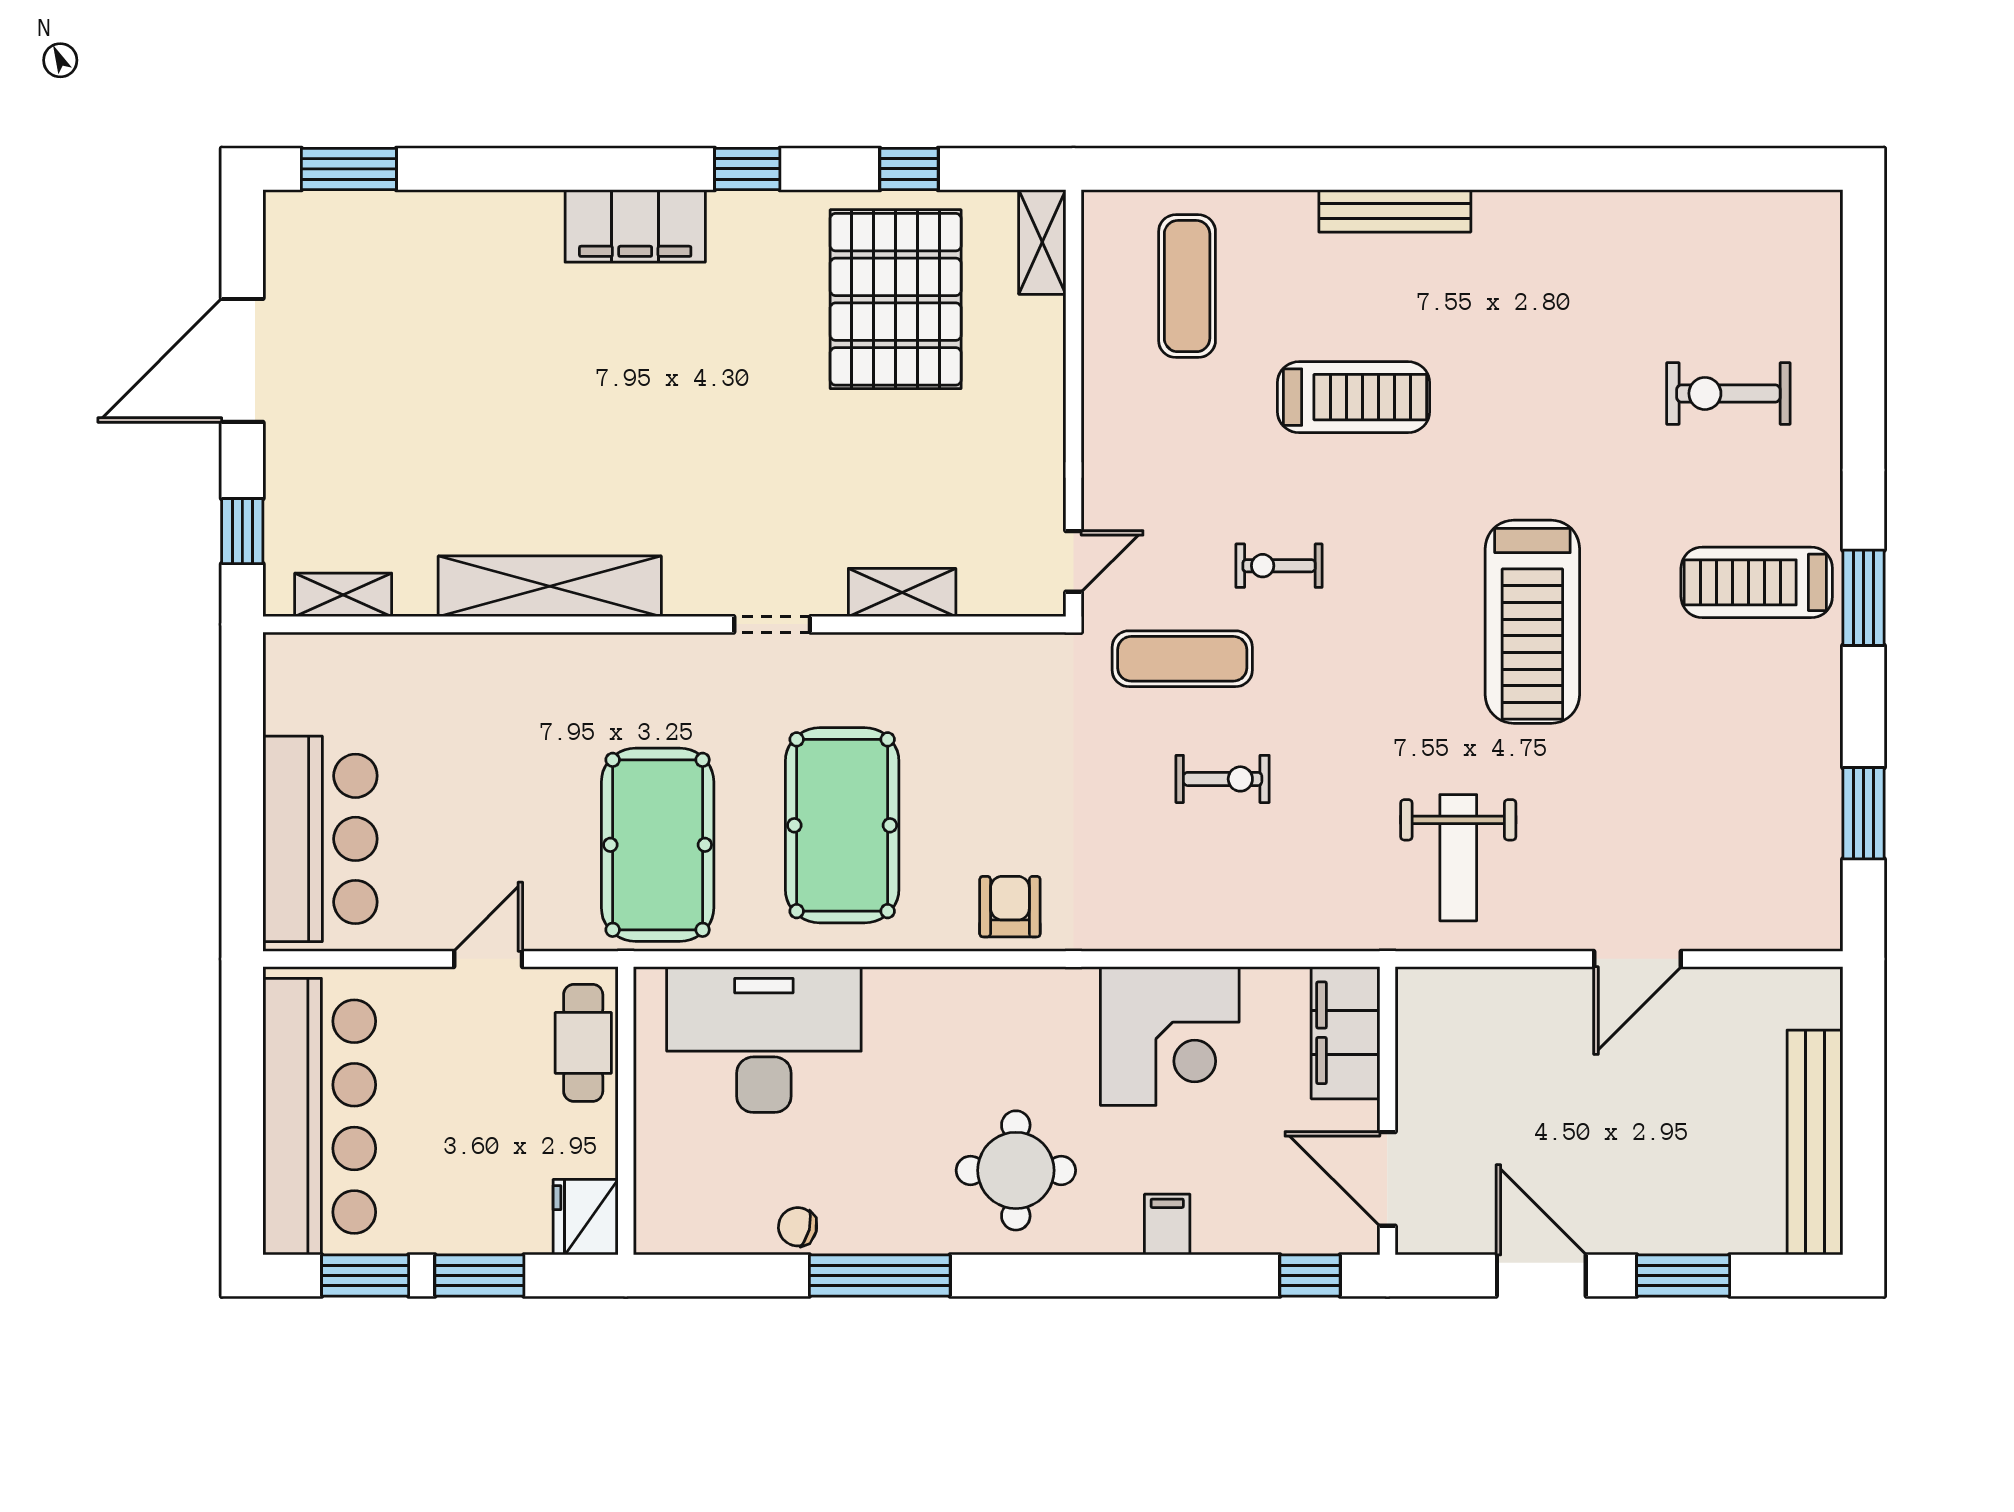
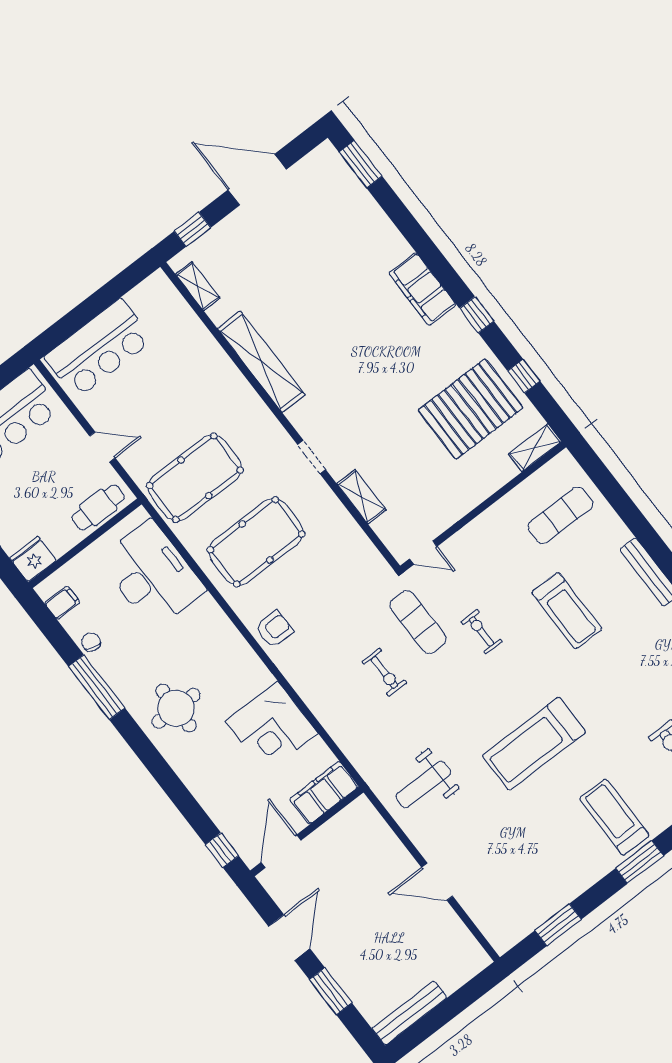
bench: (1815, 1142) -> (409, 1013), width x0.73, depth x0.82
filing cabinet: (1167, 1225) -> (62, 603), moved

